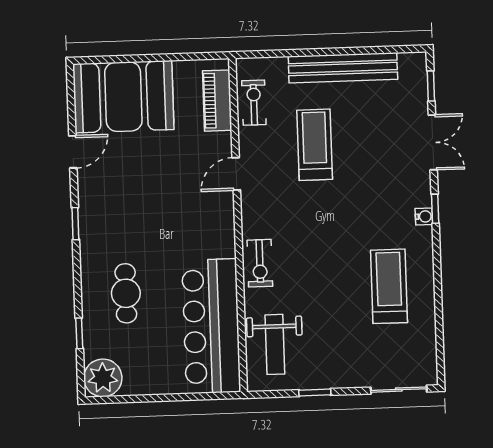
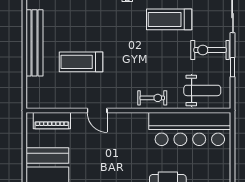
exercise bike: (254, 103) -> (210, 50), moved, width x1.38, depth x1.39

